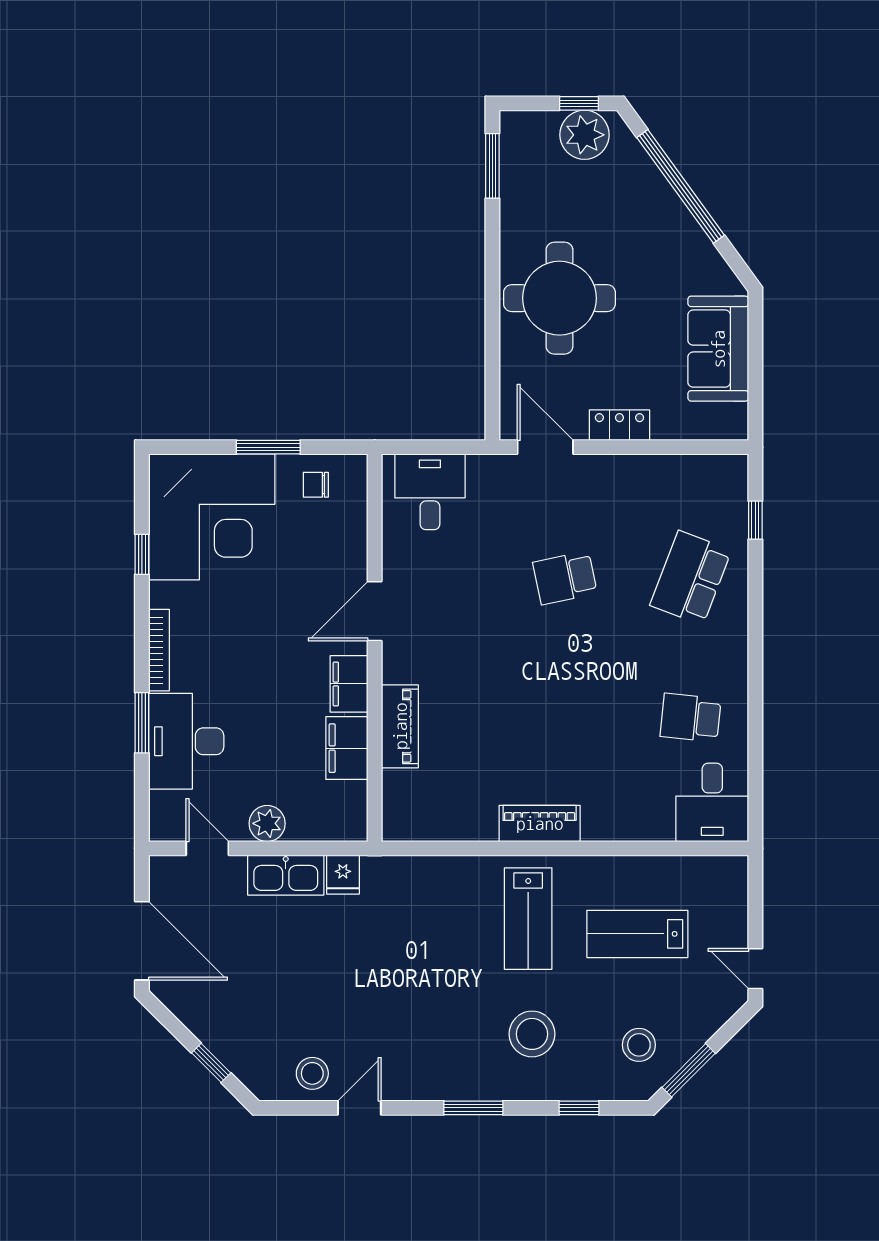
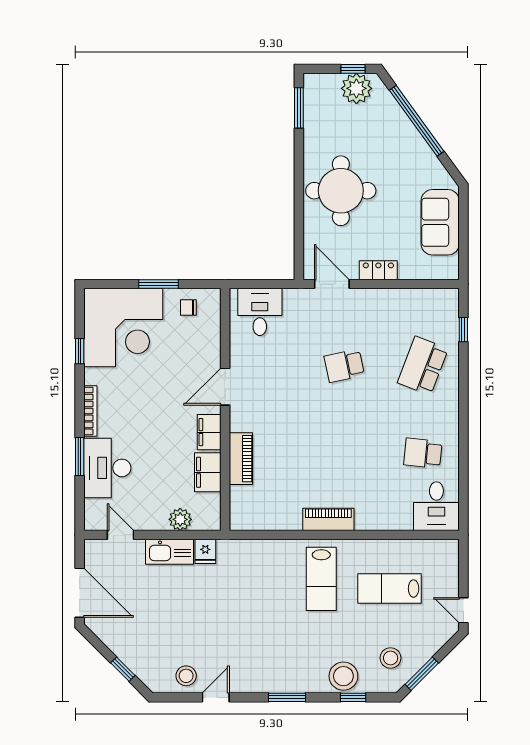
plant: (267, 823) -> (180, 519), moved
stool: (532, 1034) -> (343, 676), moved

